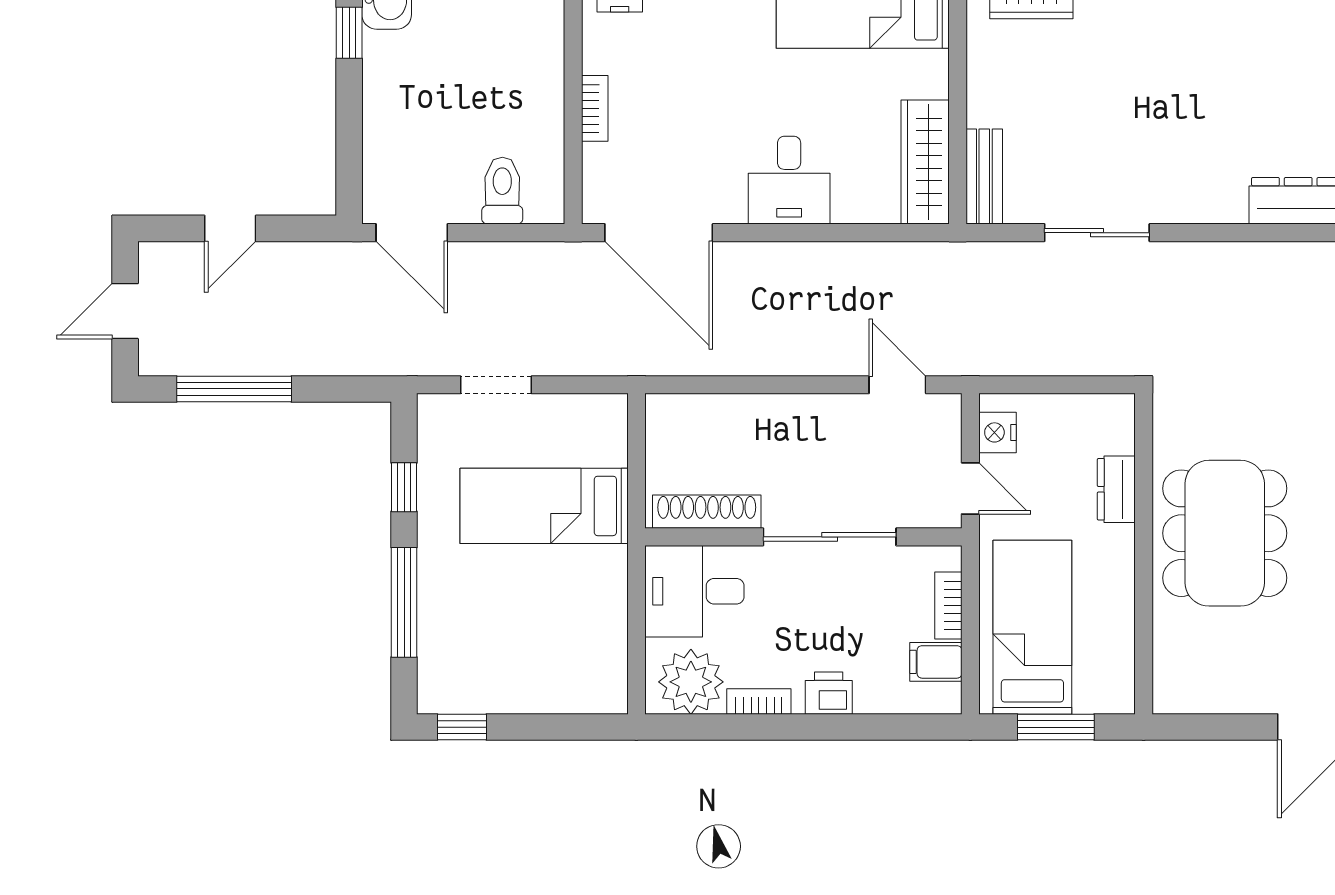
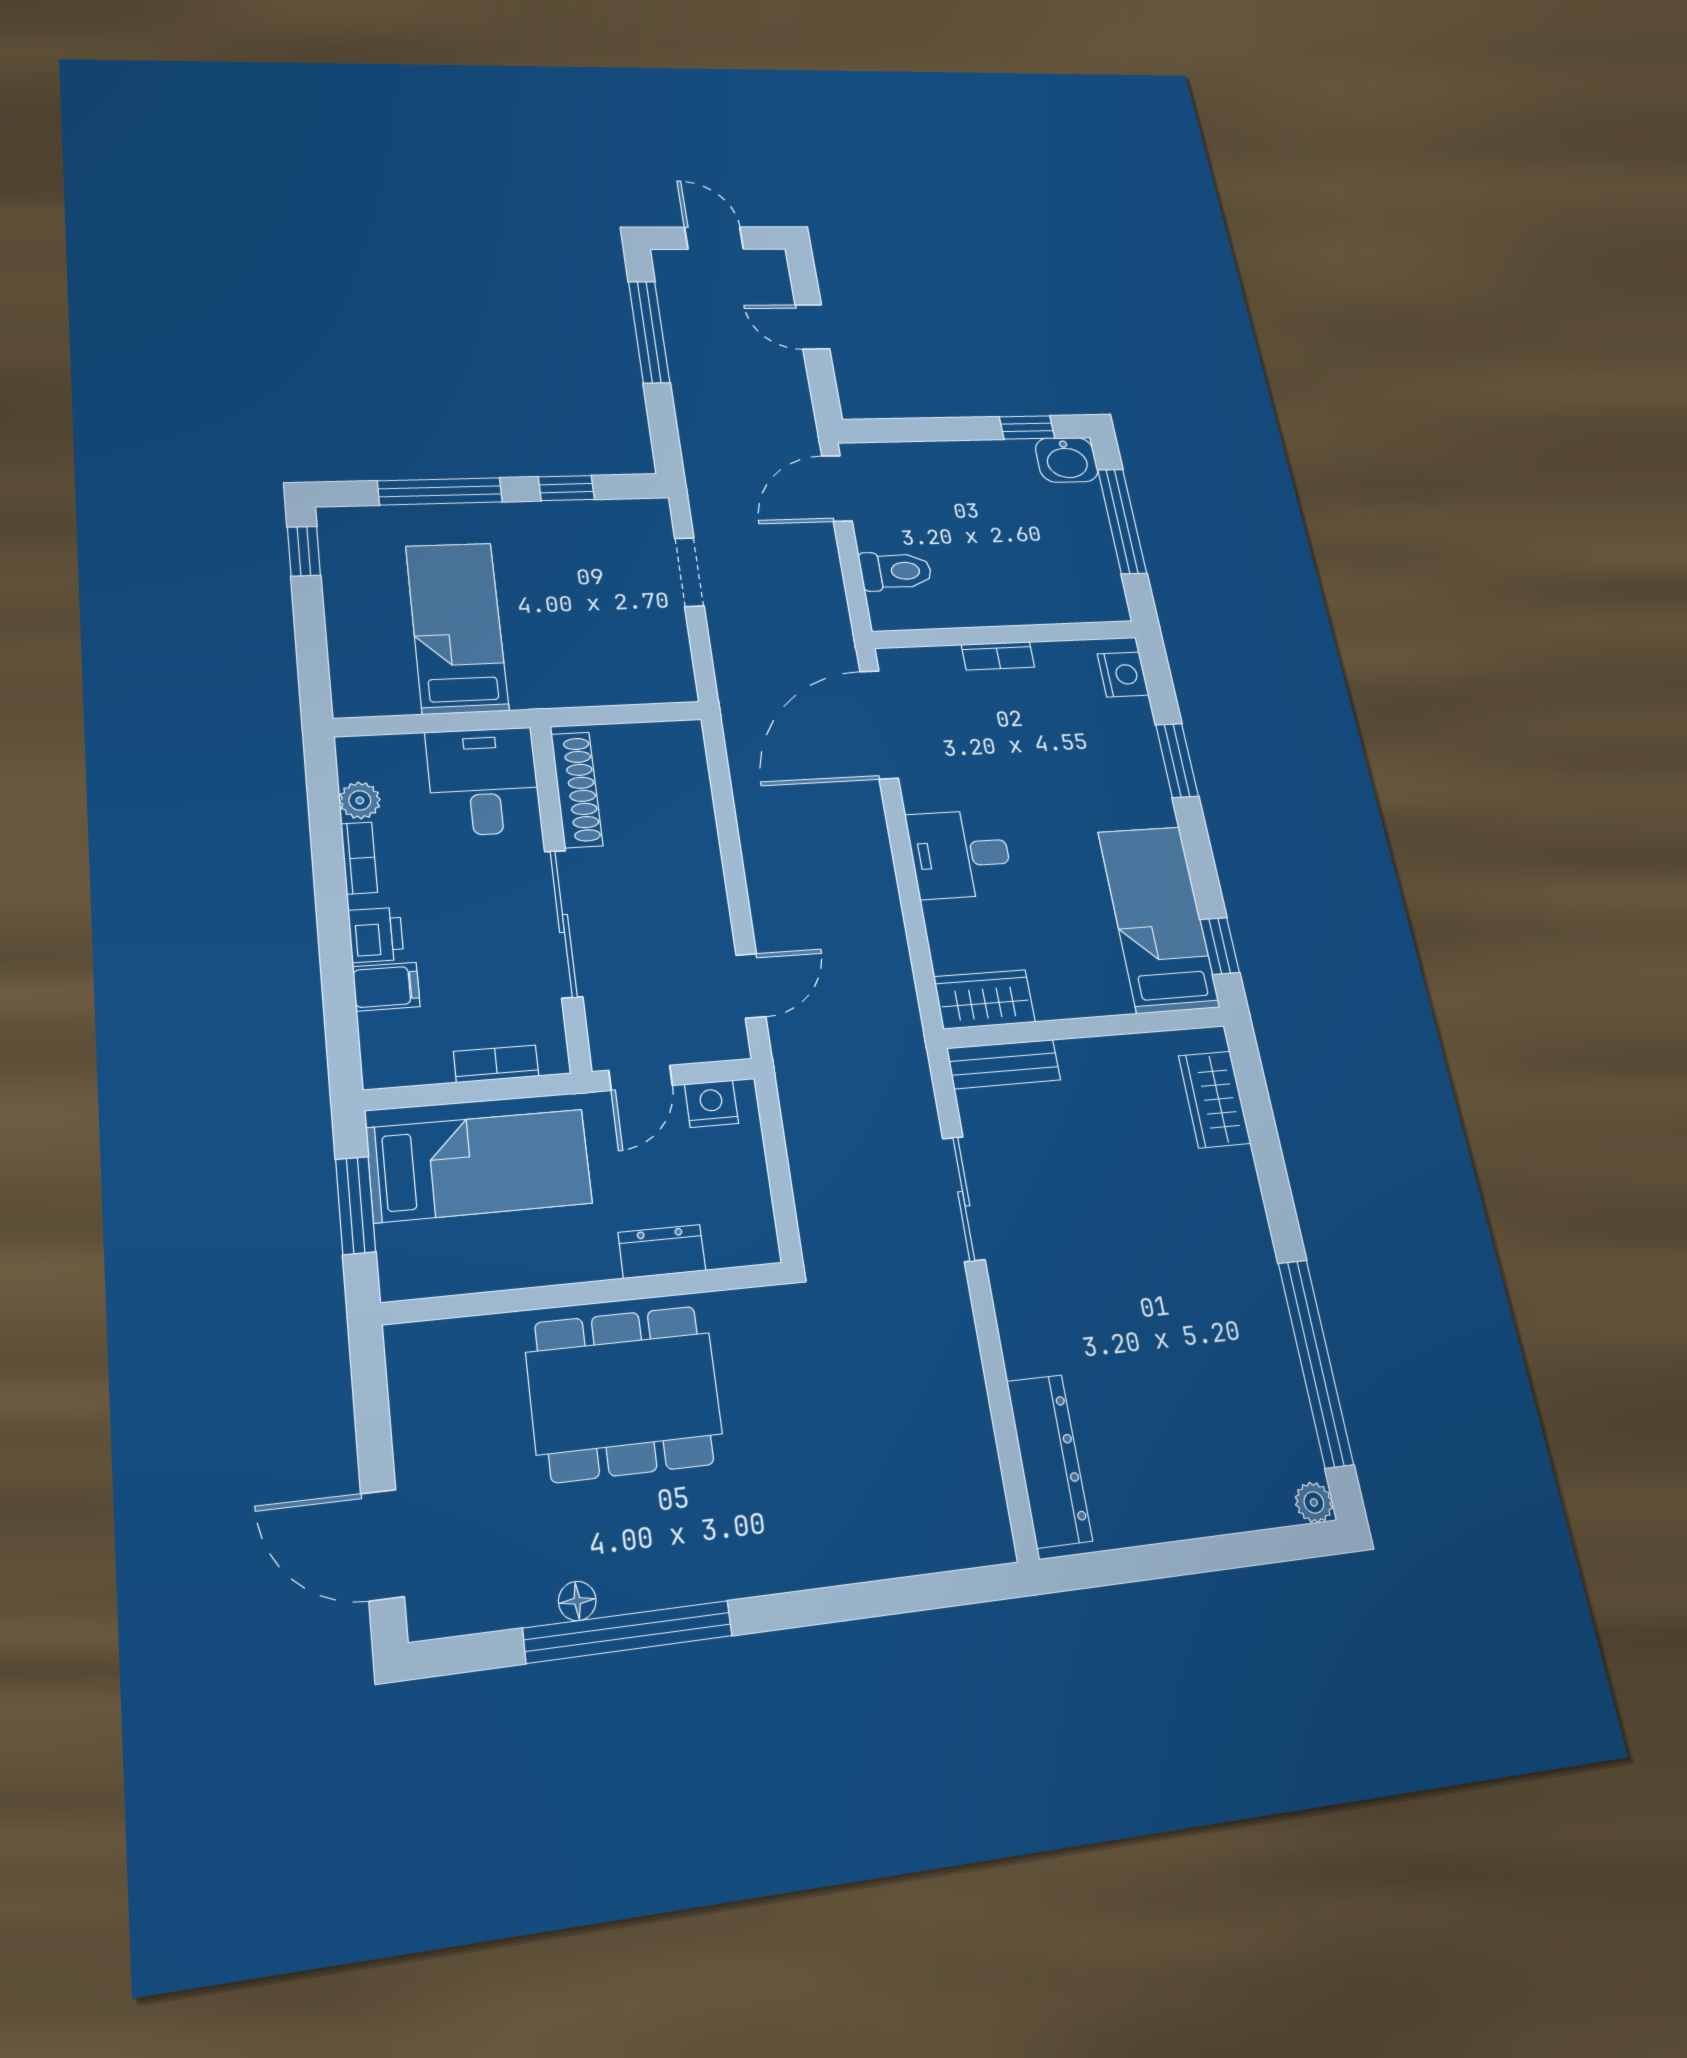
wardrobe: (925, 162) -> (984, 999), width x0.67
bed: (544, 506) -> (457, 628), moved
filing cabinet: (936, 662) -> (386, 987), moved, turned 90
plant: (691, 682) -> (360, 800), width x0.53, depth x0.53

